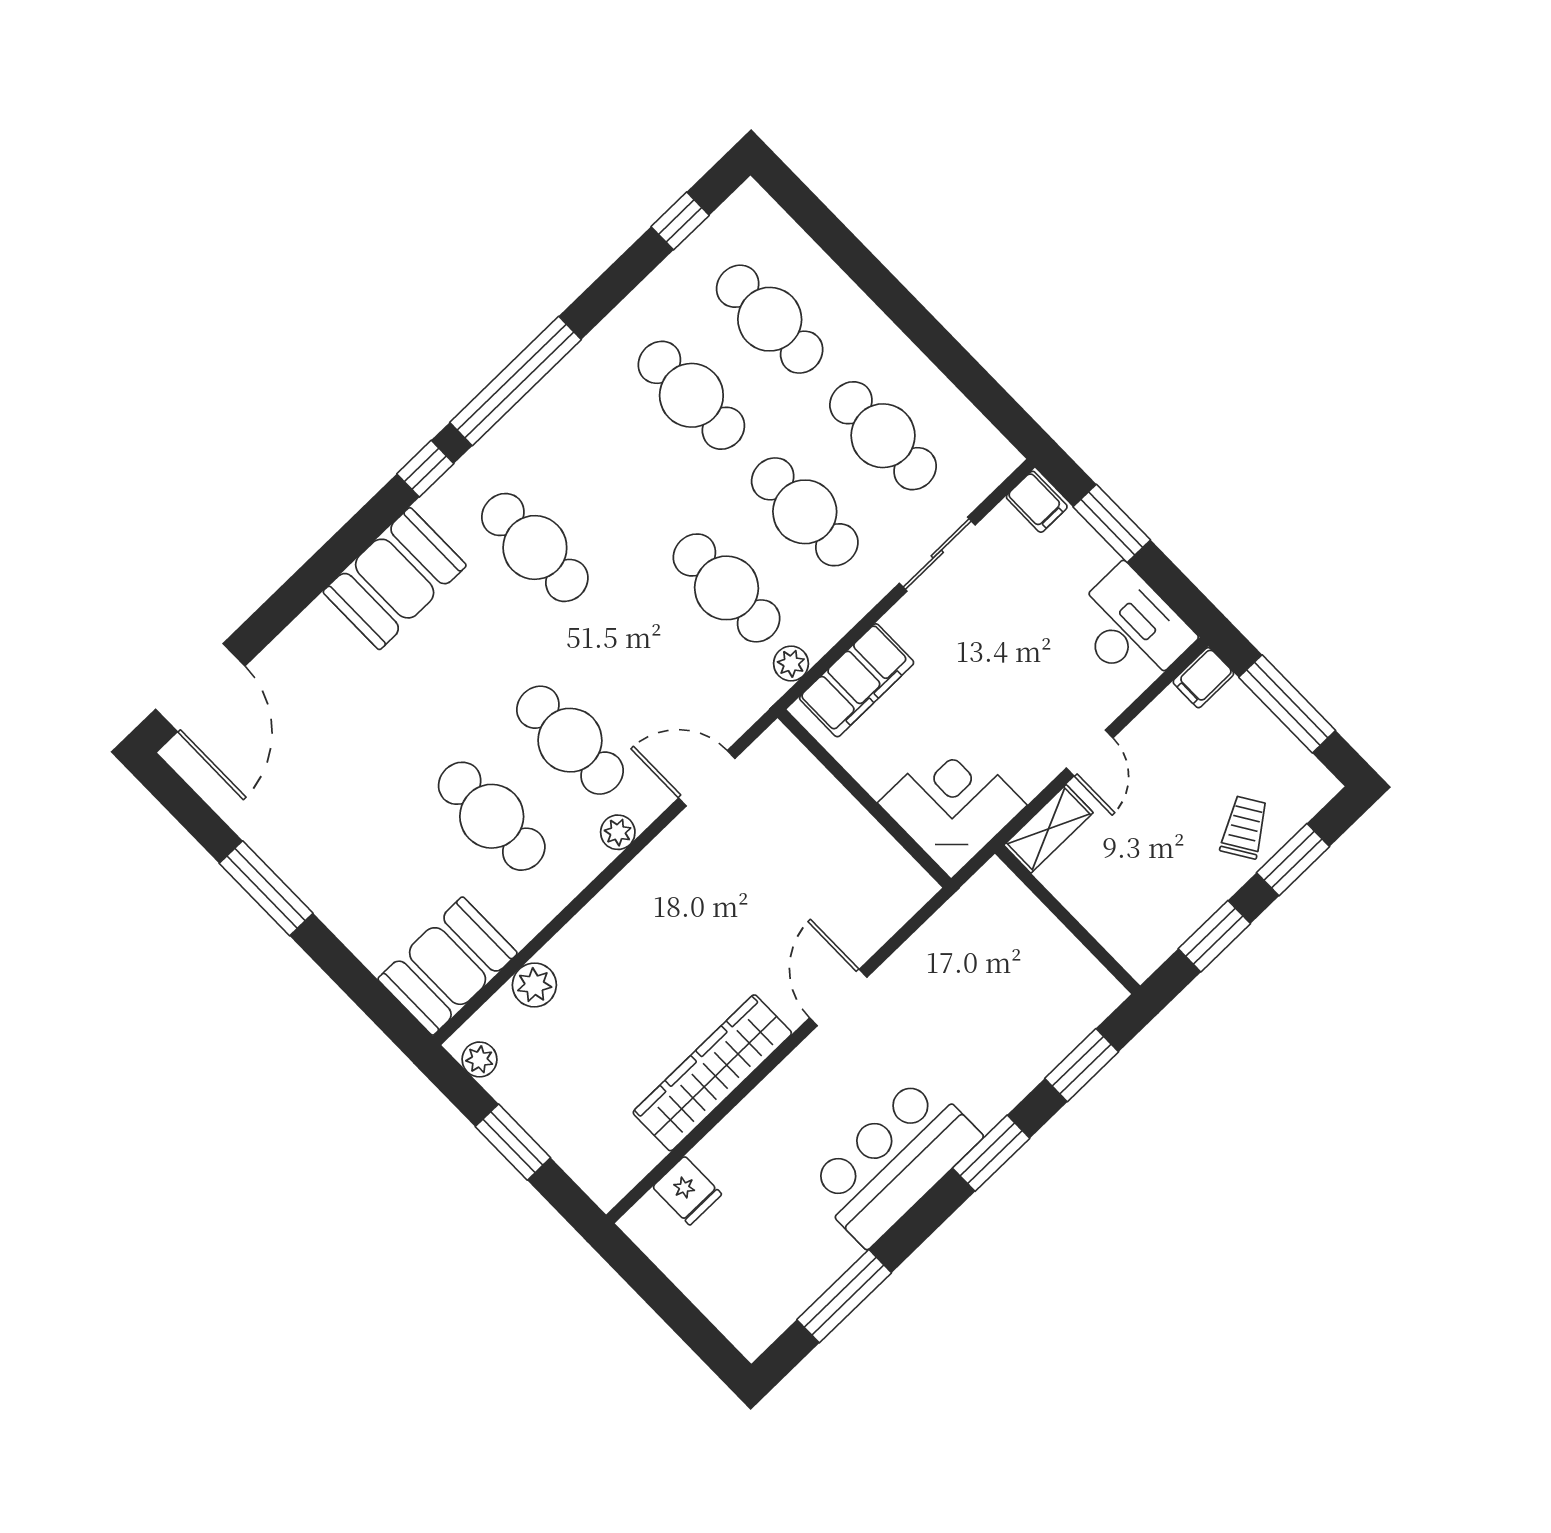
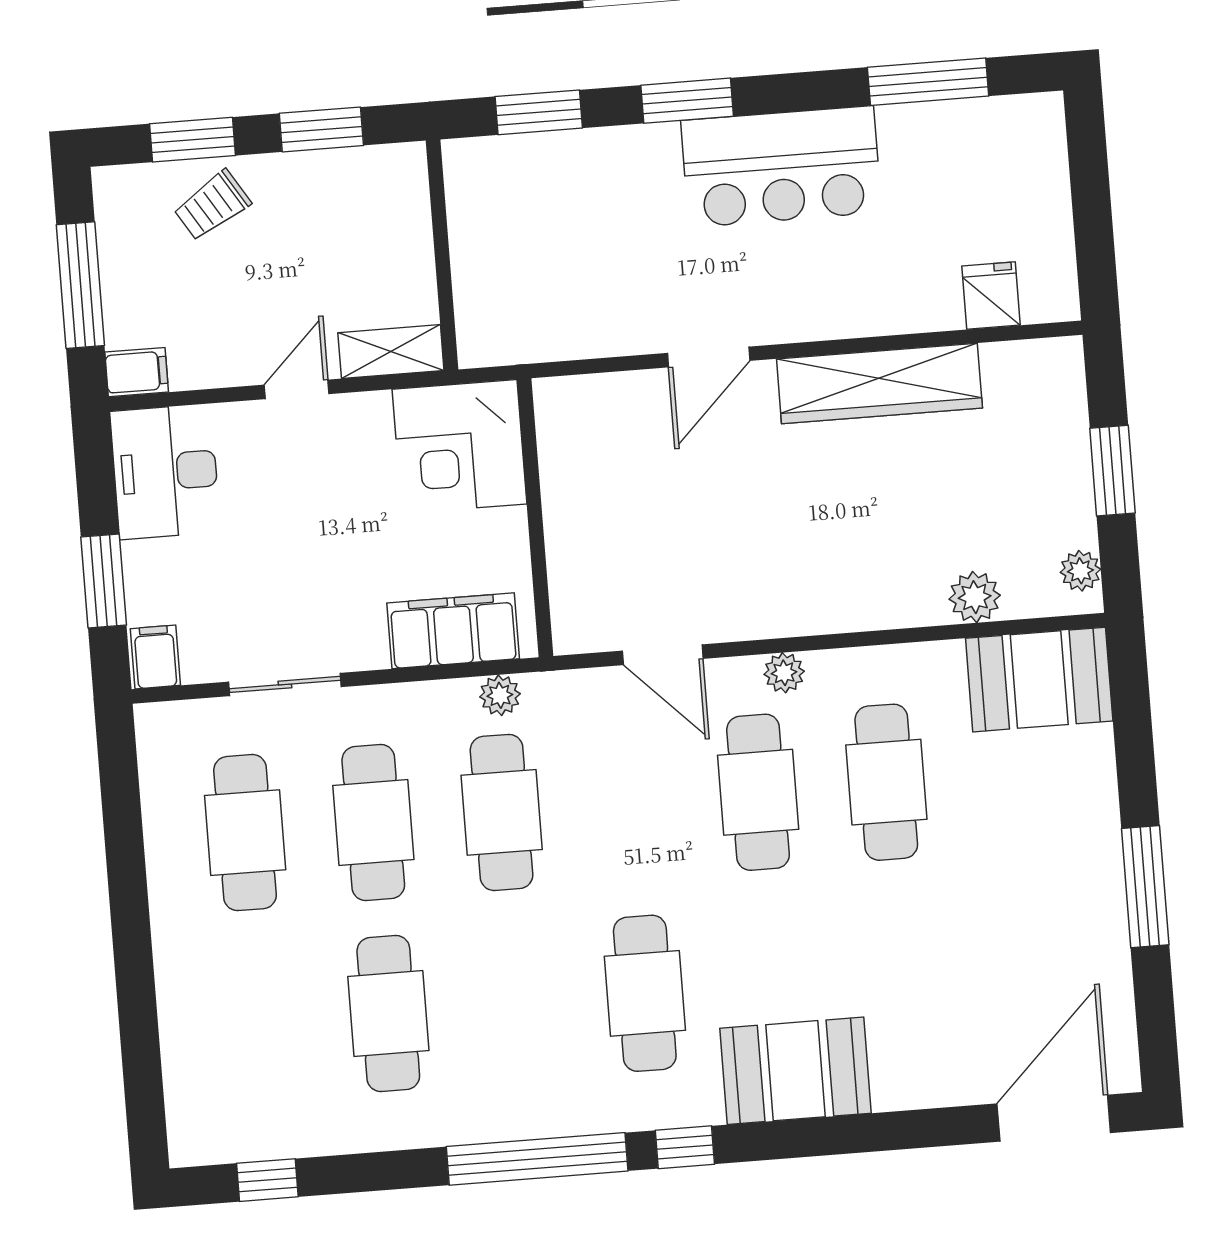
cafe table: (770, 319) -> (260, 1024), removed

